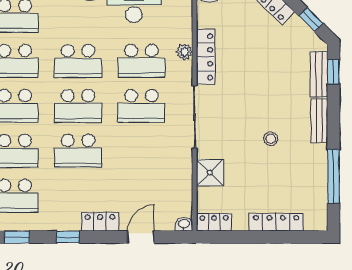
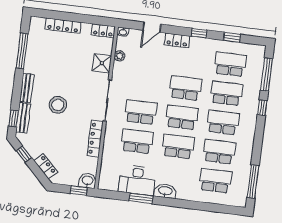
plant: (184, 52) -> (120, 56), moved
stool: (271, 139) -> (58, 105), moved, width x1.89, depth x1.89

